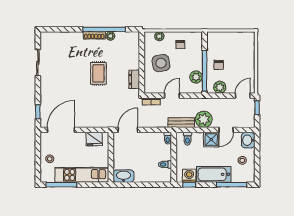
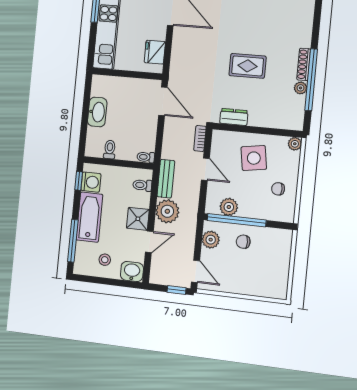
plant: (159, 36) -> (295, 144), moved
door: (226, 130) -> (149, 242), swing flipped
washbasin: (124, 176) -> (97, 112), moved

